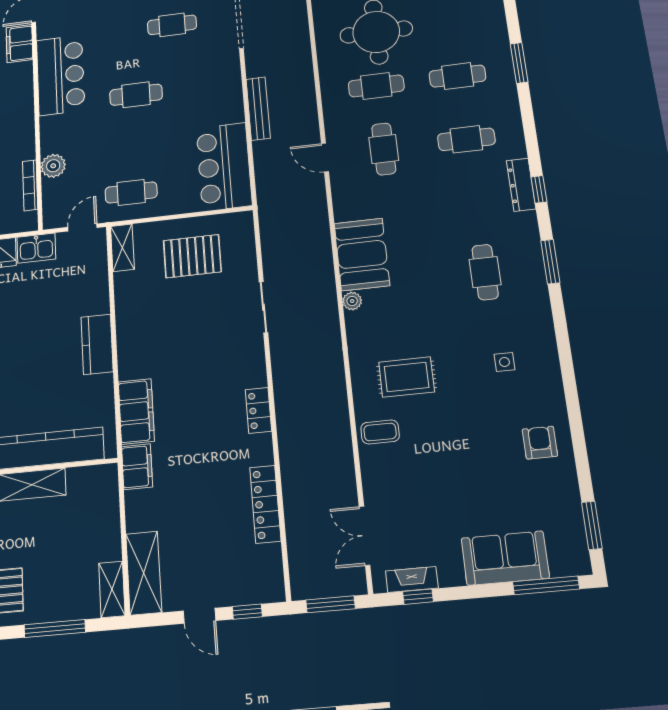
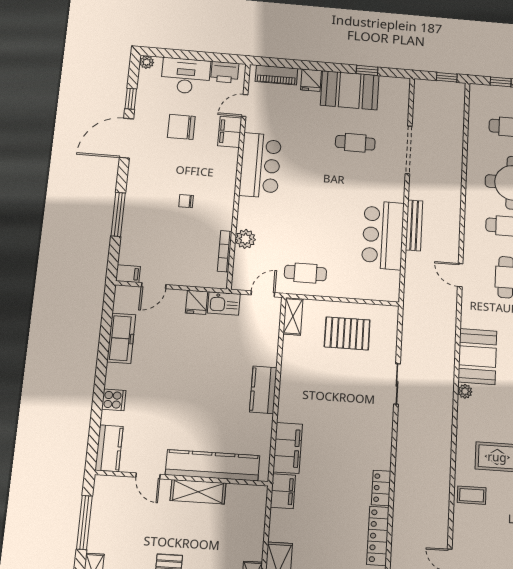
cafe table: (136, 95) -> (319, 194), removed
bar counter: (224, 167) -> (383, 235), moved
locker: (259, 410) -> (381, 488), moved

